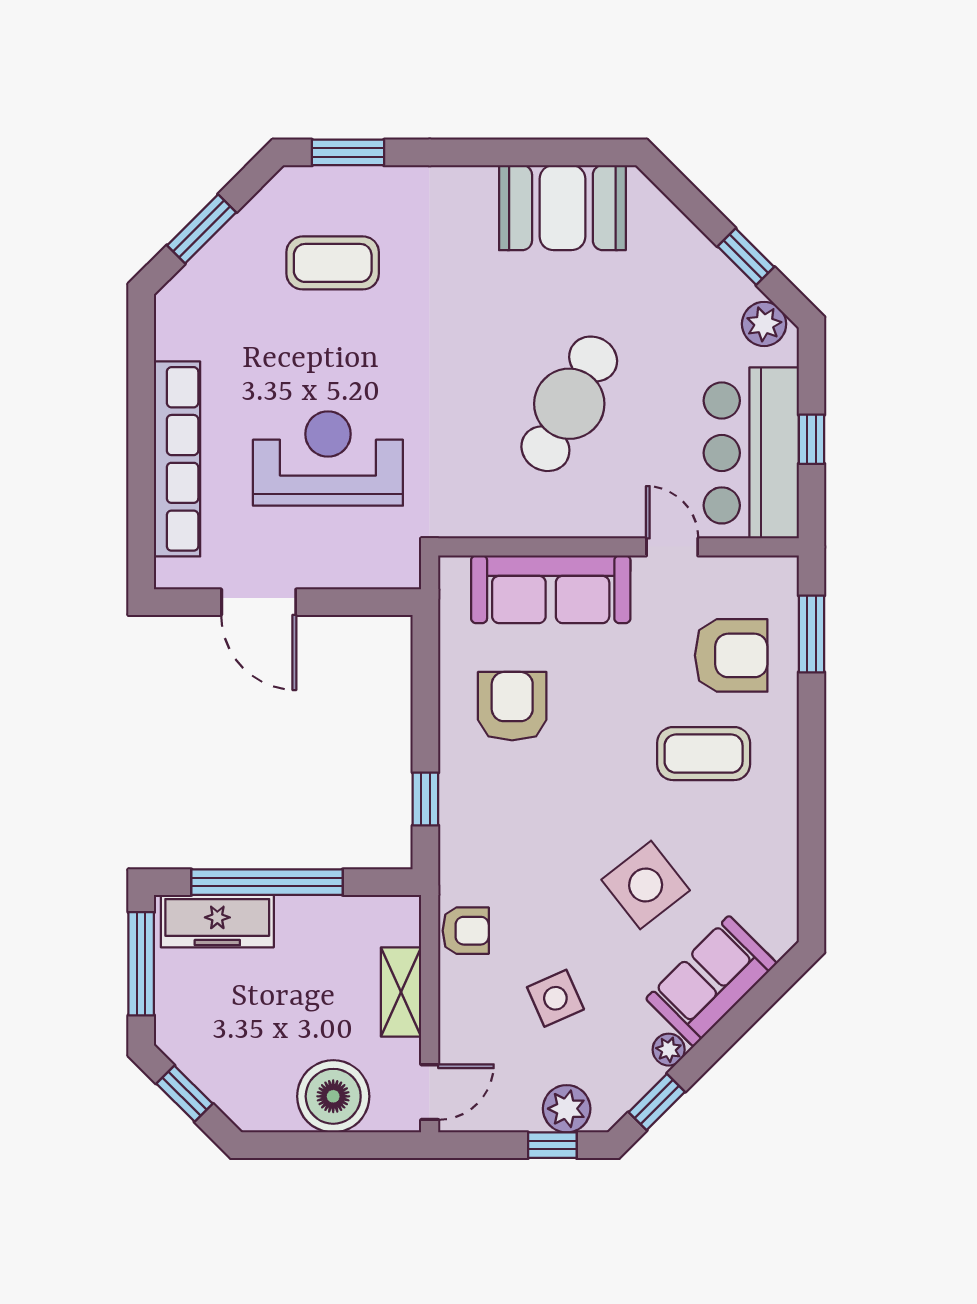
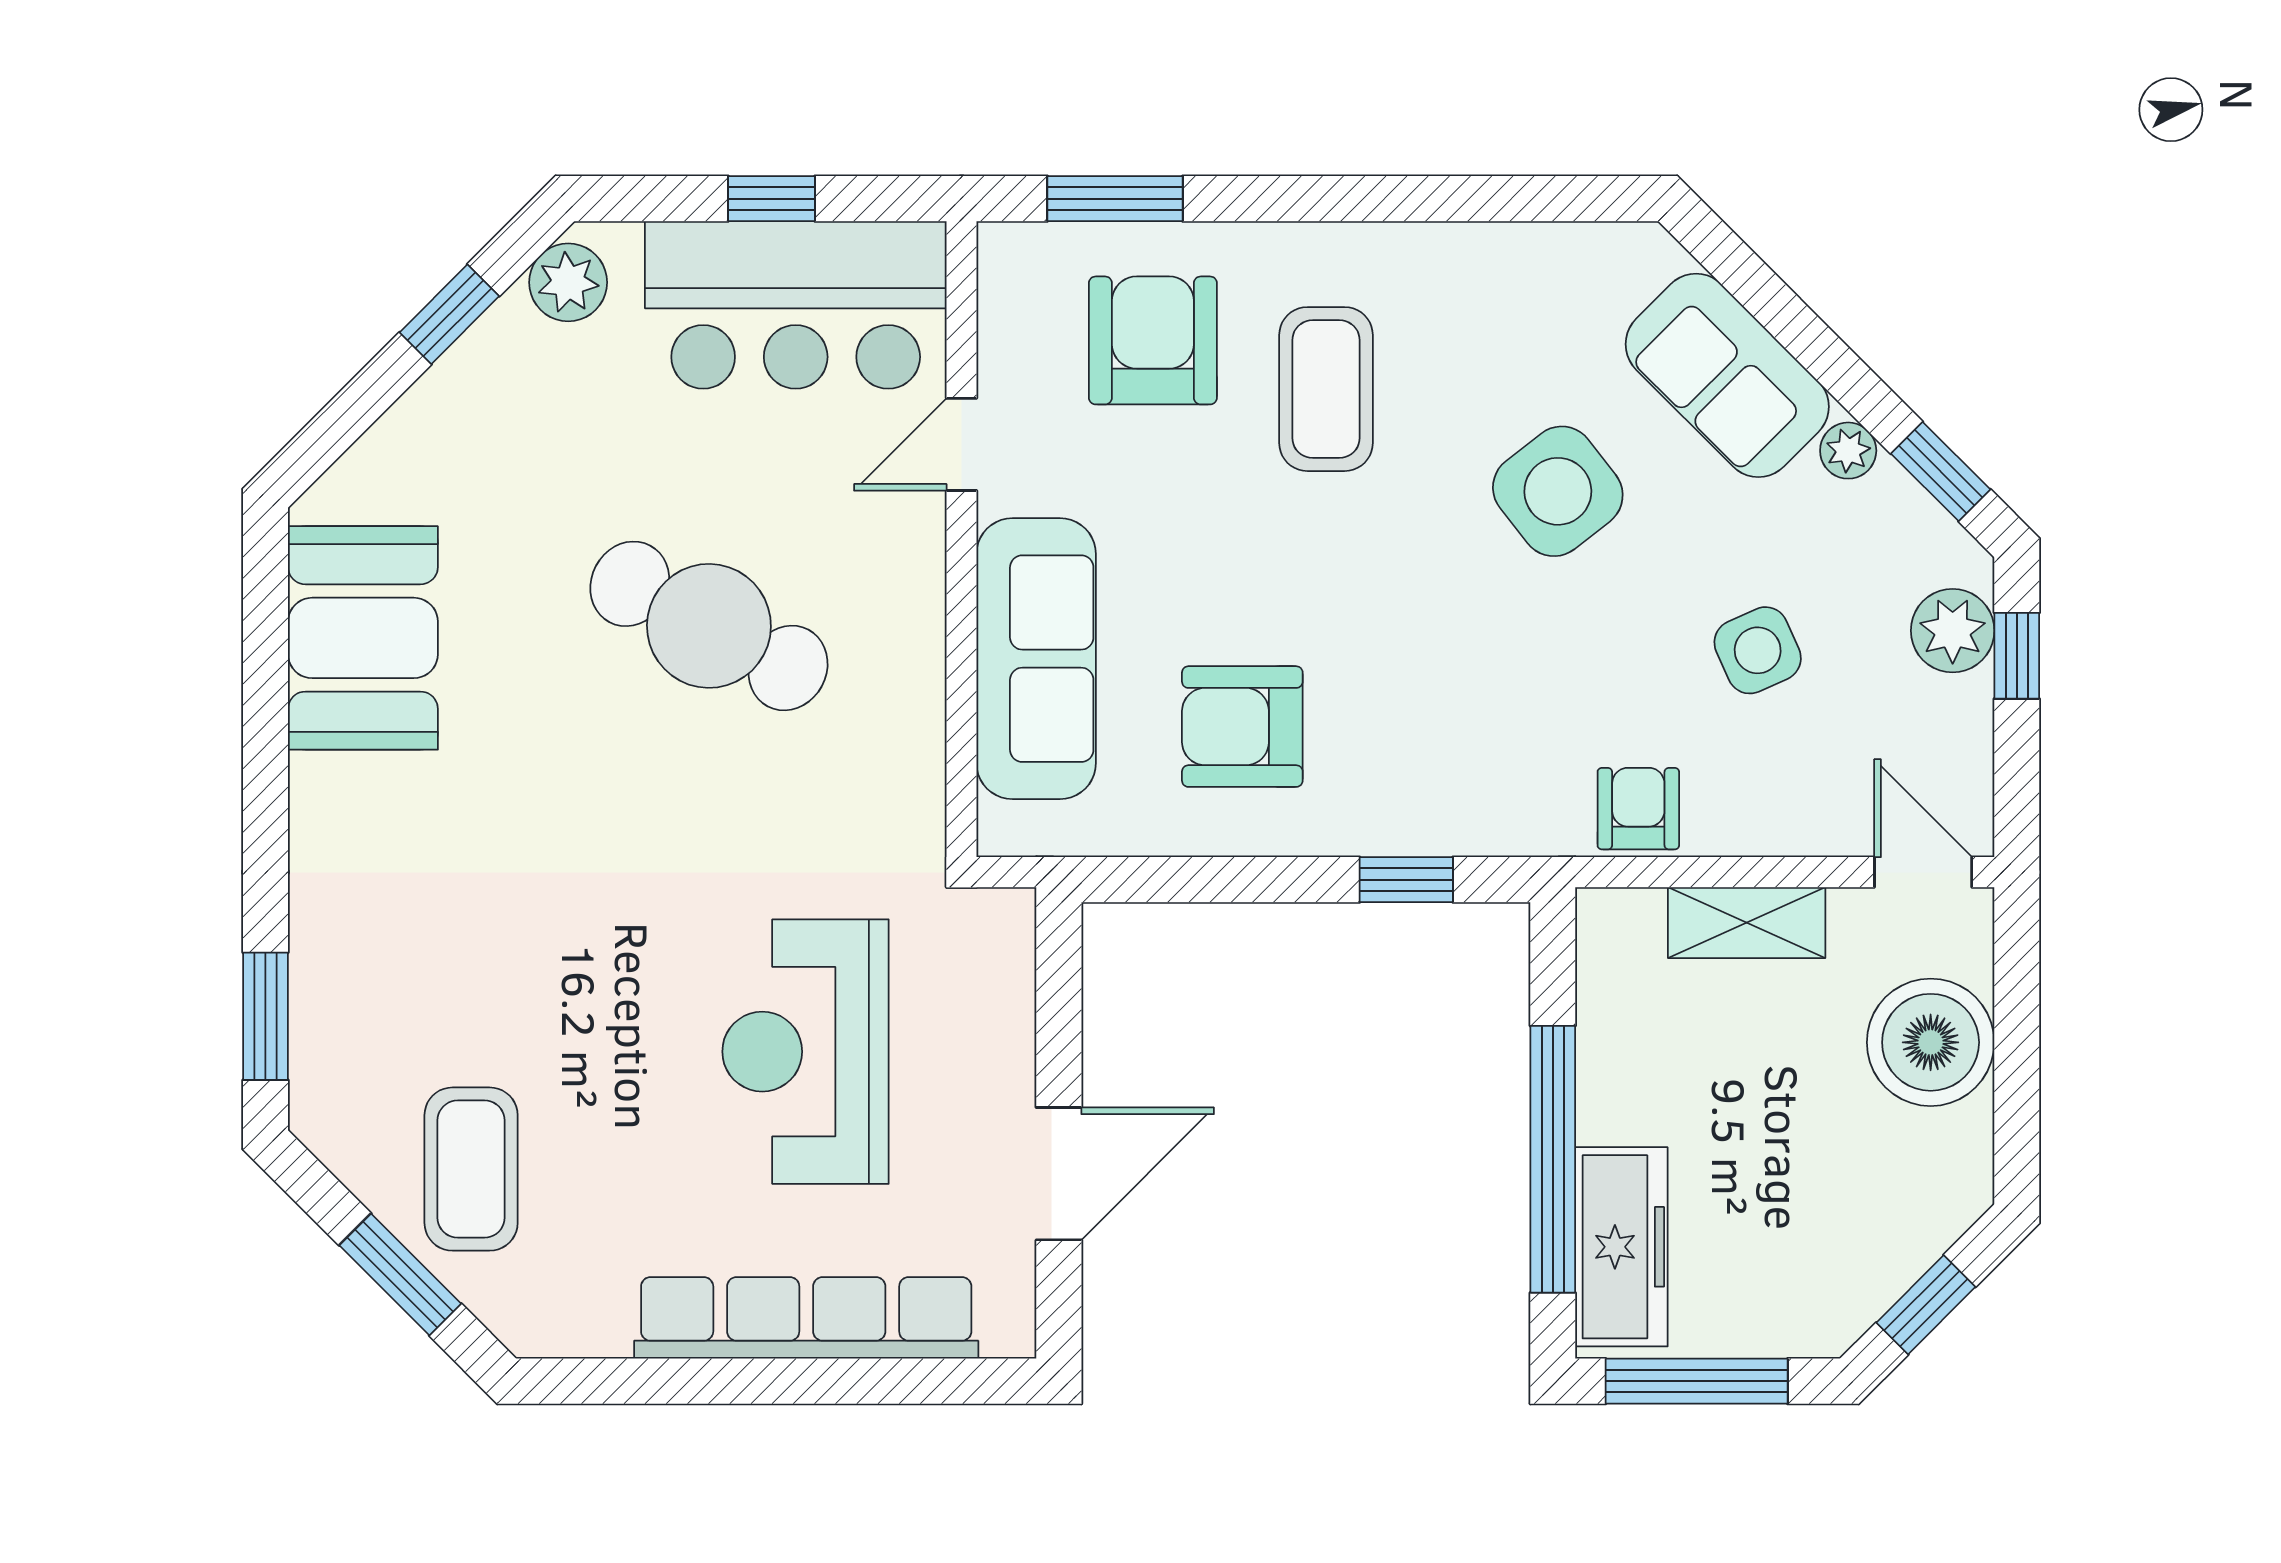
coffee table: (333, 263) -> (471, 1169), moved

